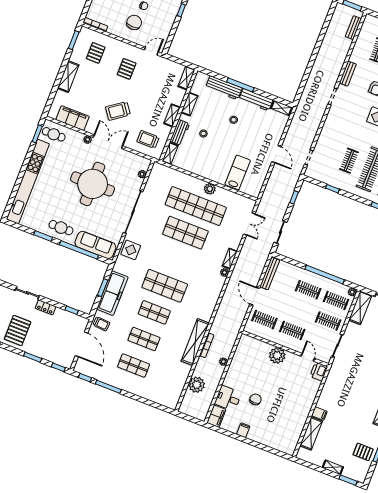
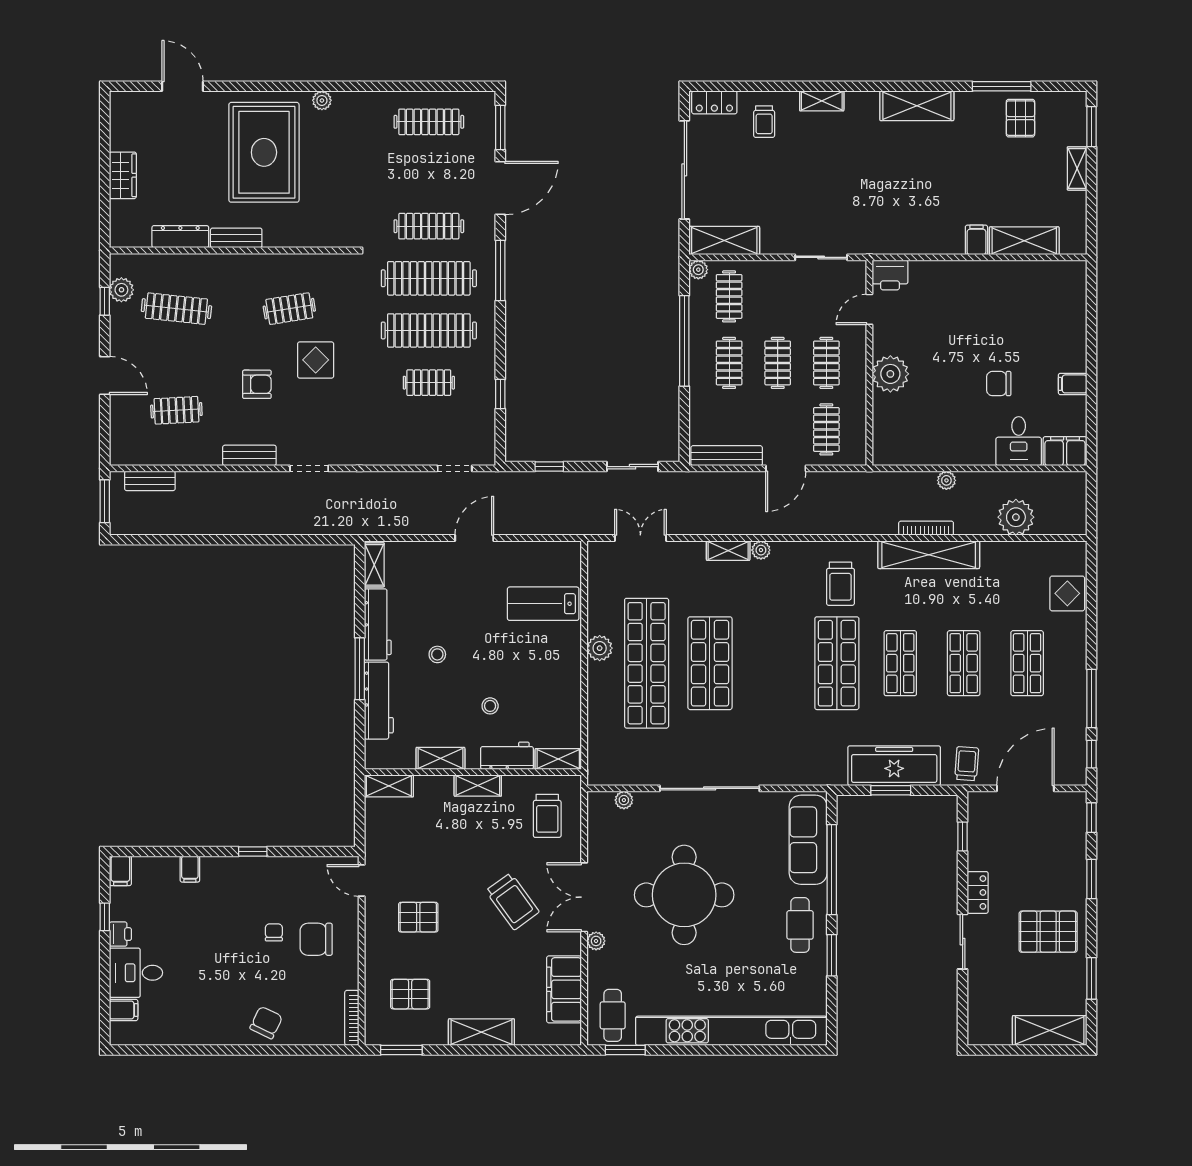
display table: (131, 250) -> (1067, 593), moved
trolley: (197, 300) -> (840, 584), added
clothes rail: (328, 321) -> (778, 363), moved

